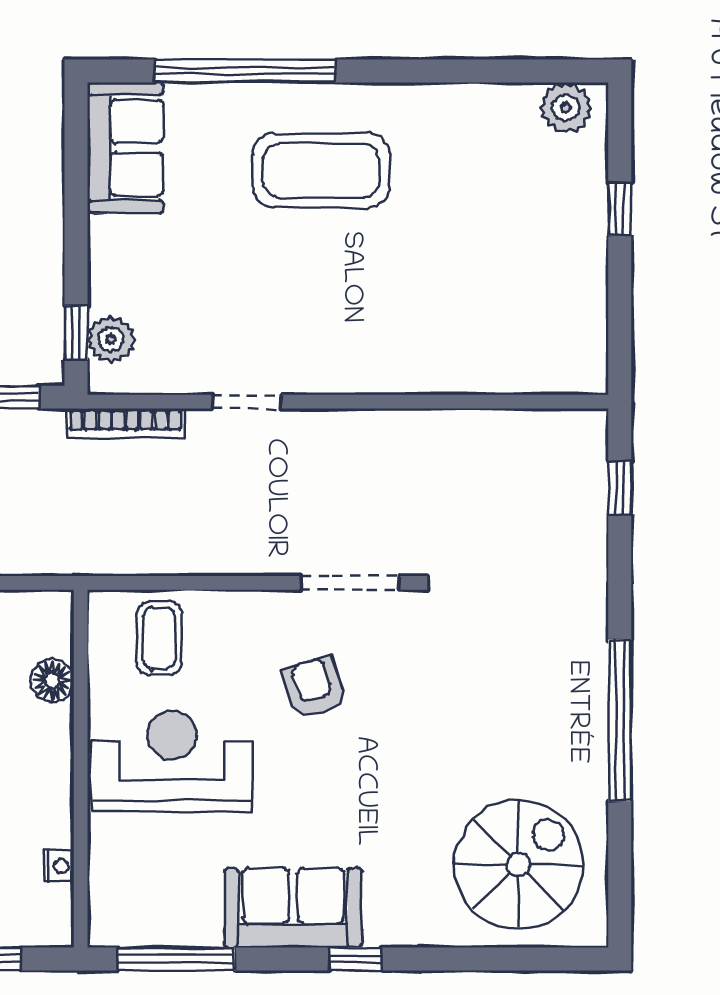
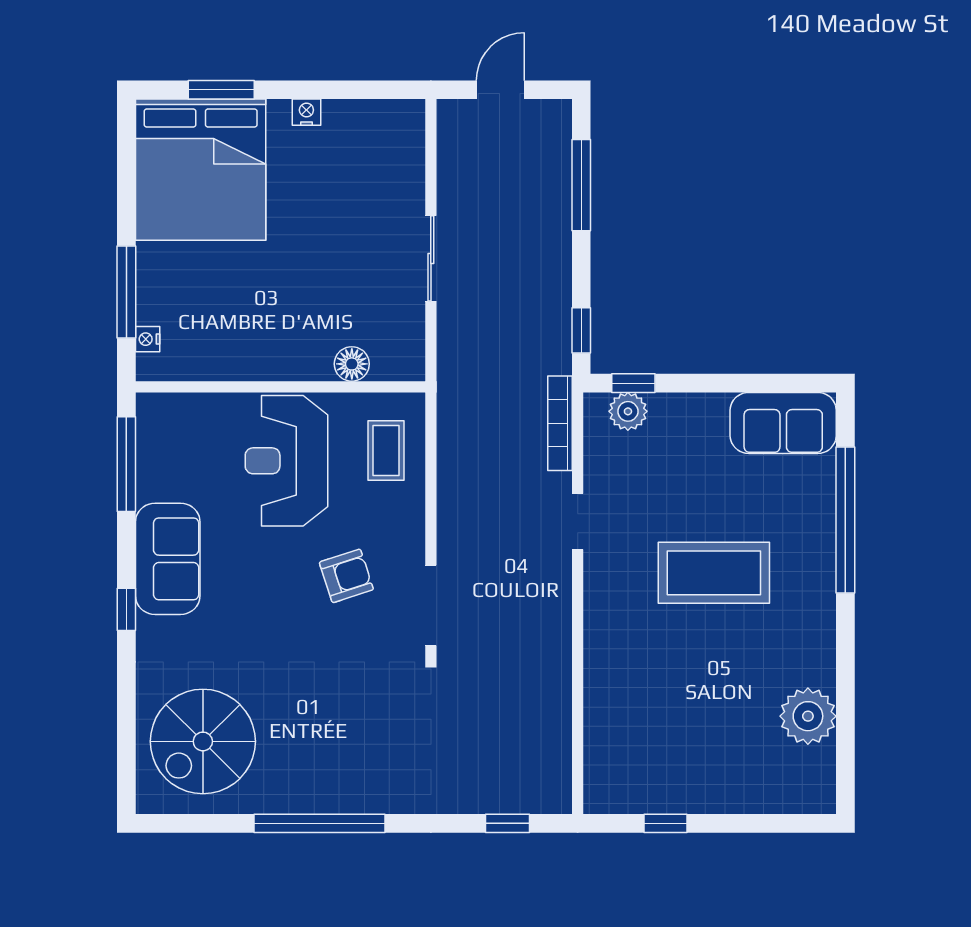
plant: (566, 108) -> (808, 716), moved, width x1.36, depth x1.36
coffee table: (321, 170) -> (714, 573), moved, turned 90
window: (620, 209) -> (665, 823), moved
coffee table: (159, 638) -> (386, 451), turned 90
reception desk: (172, 761) -> (286, 461), turned 180
spiral stairs: (519, 864) -> (203, 741), turned 90
nightstand: (59, 866) -> (148, 339), moved, turned 90

